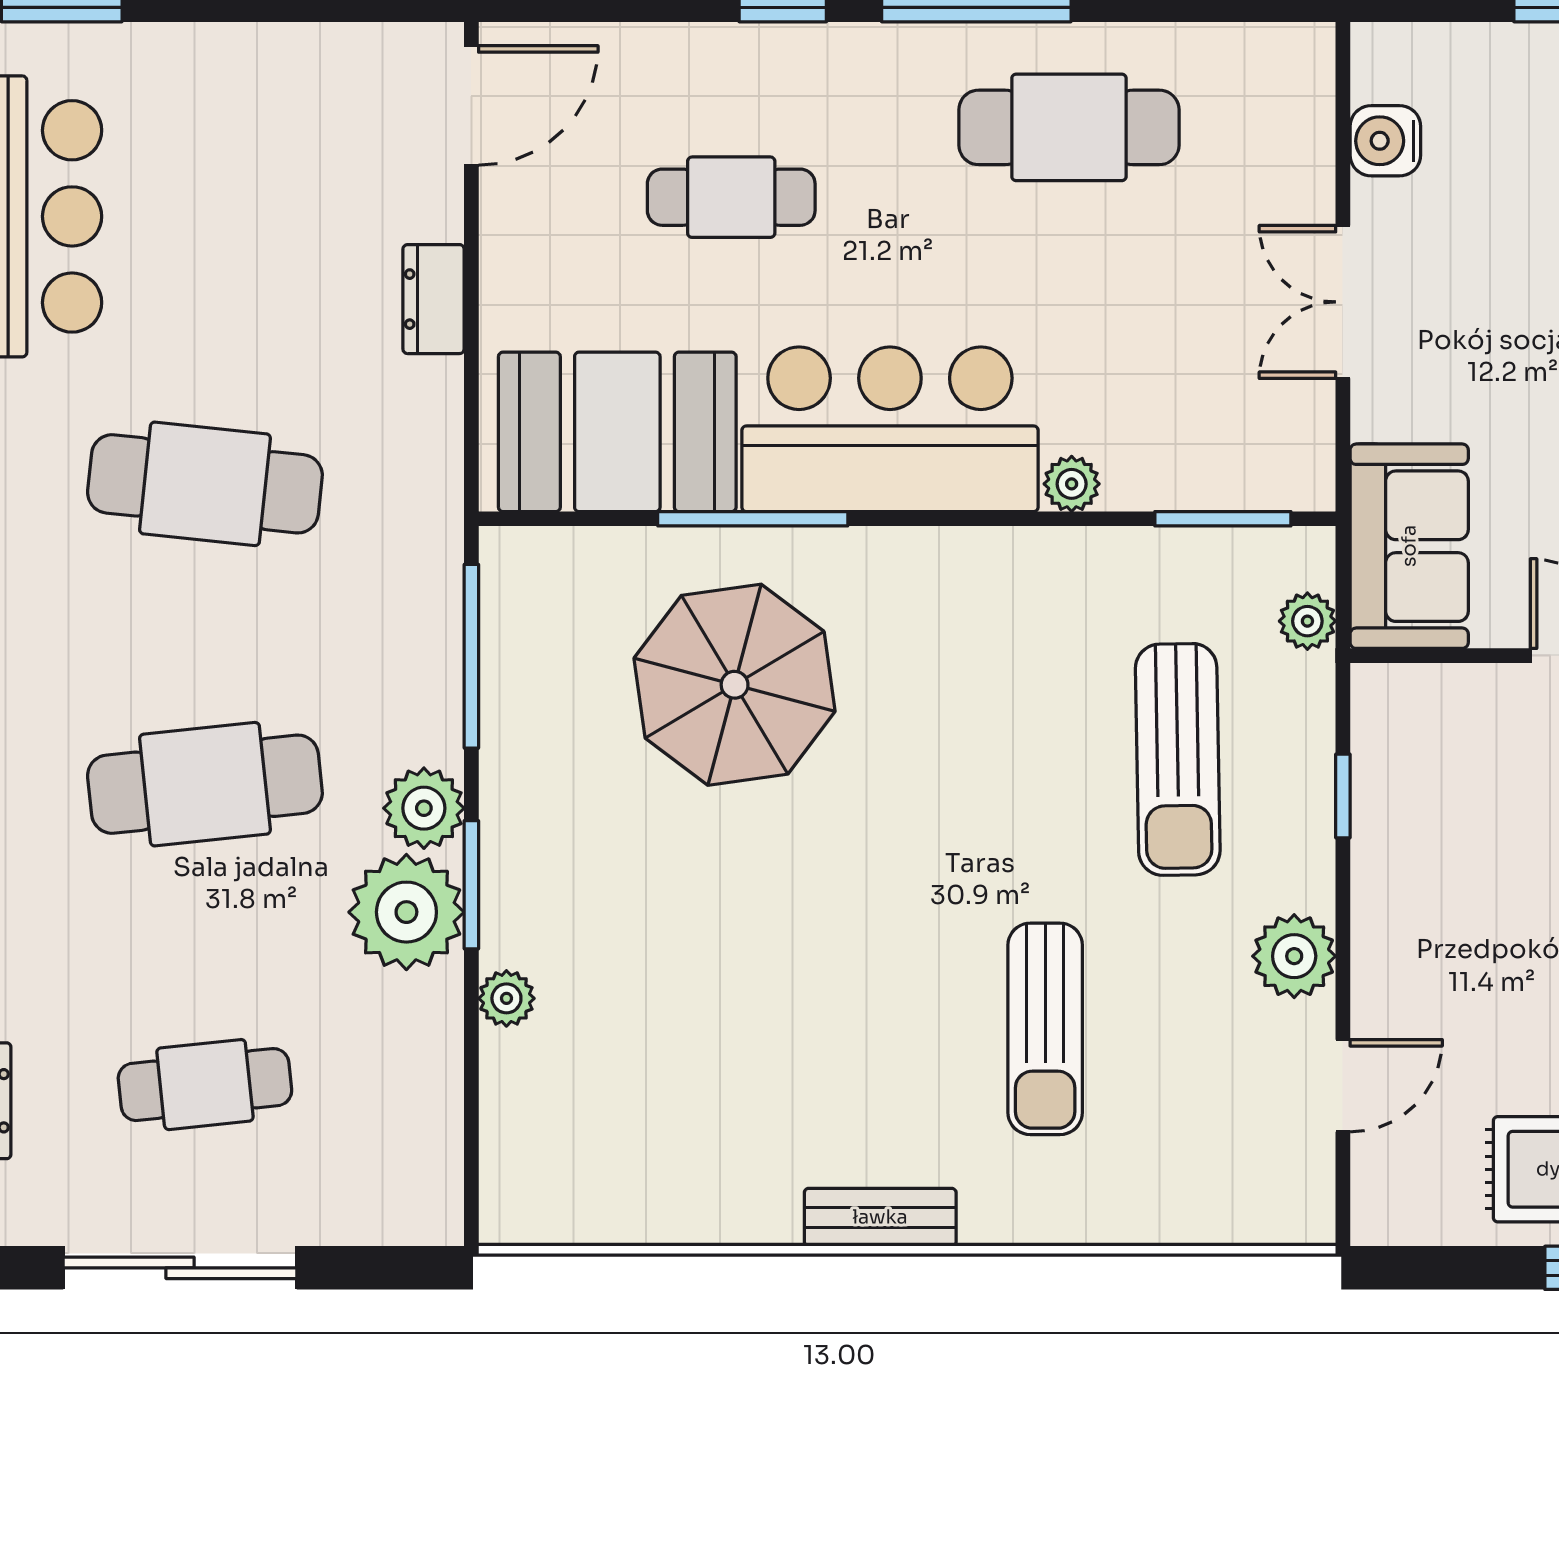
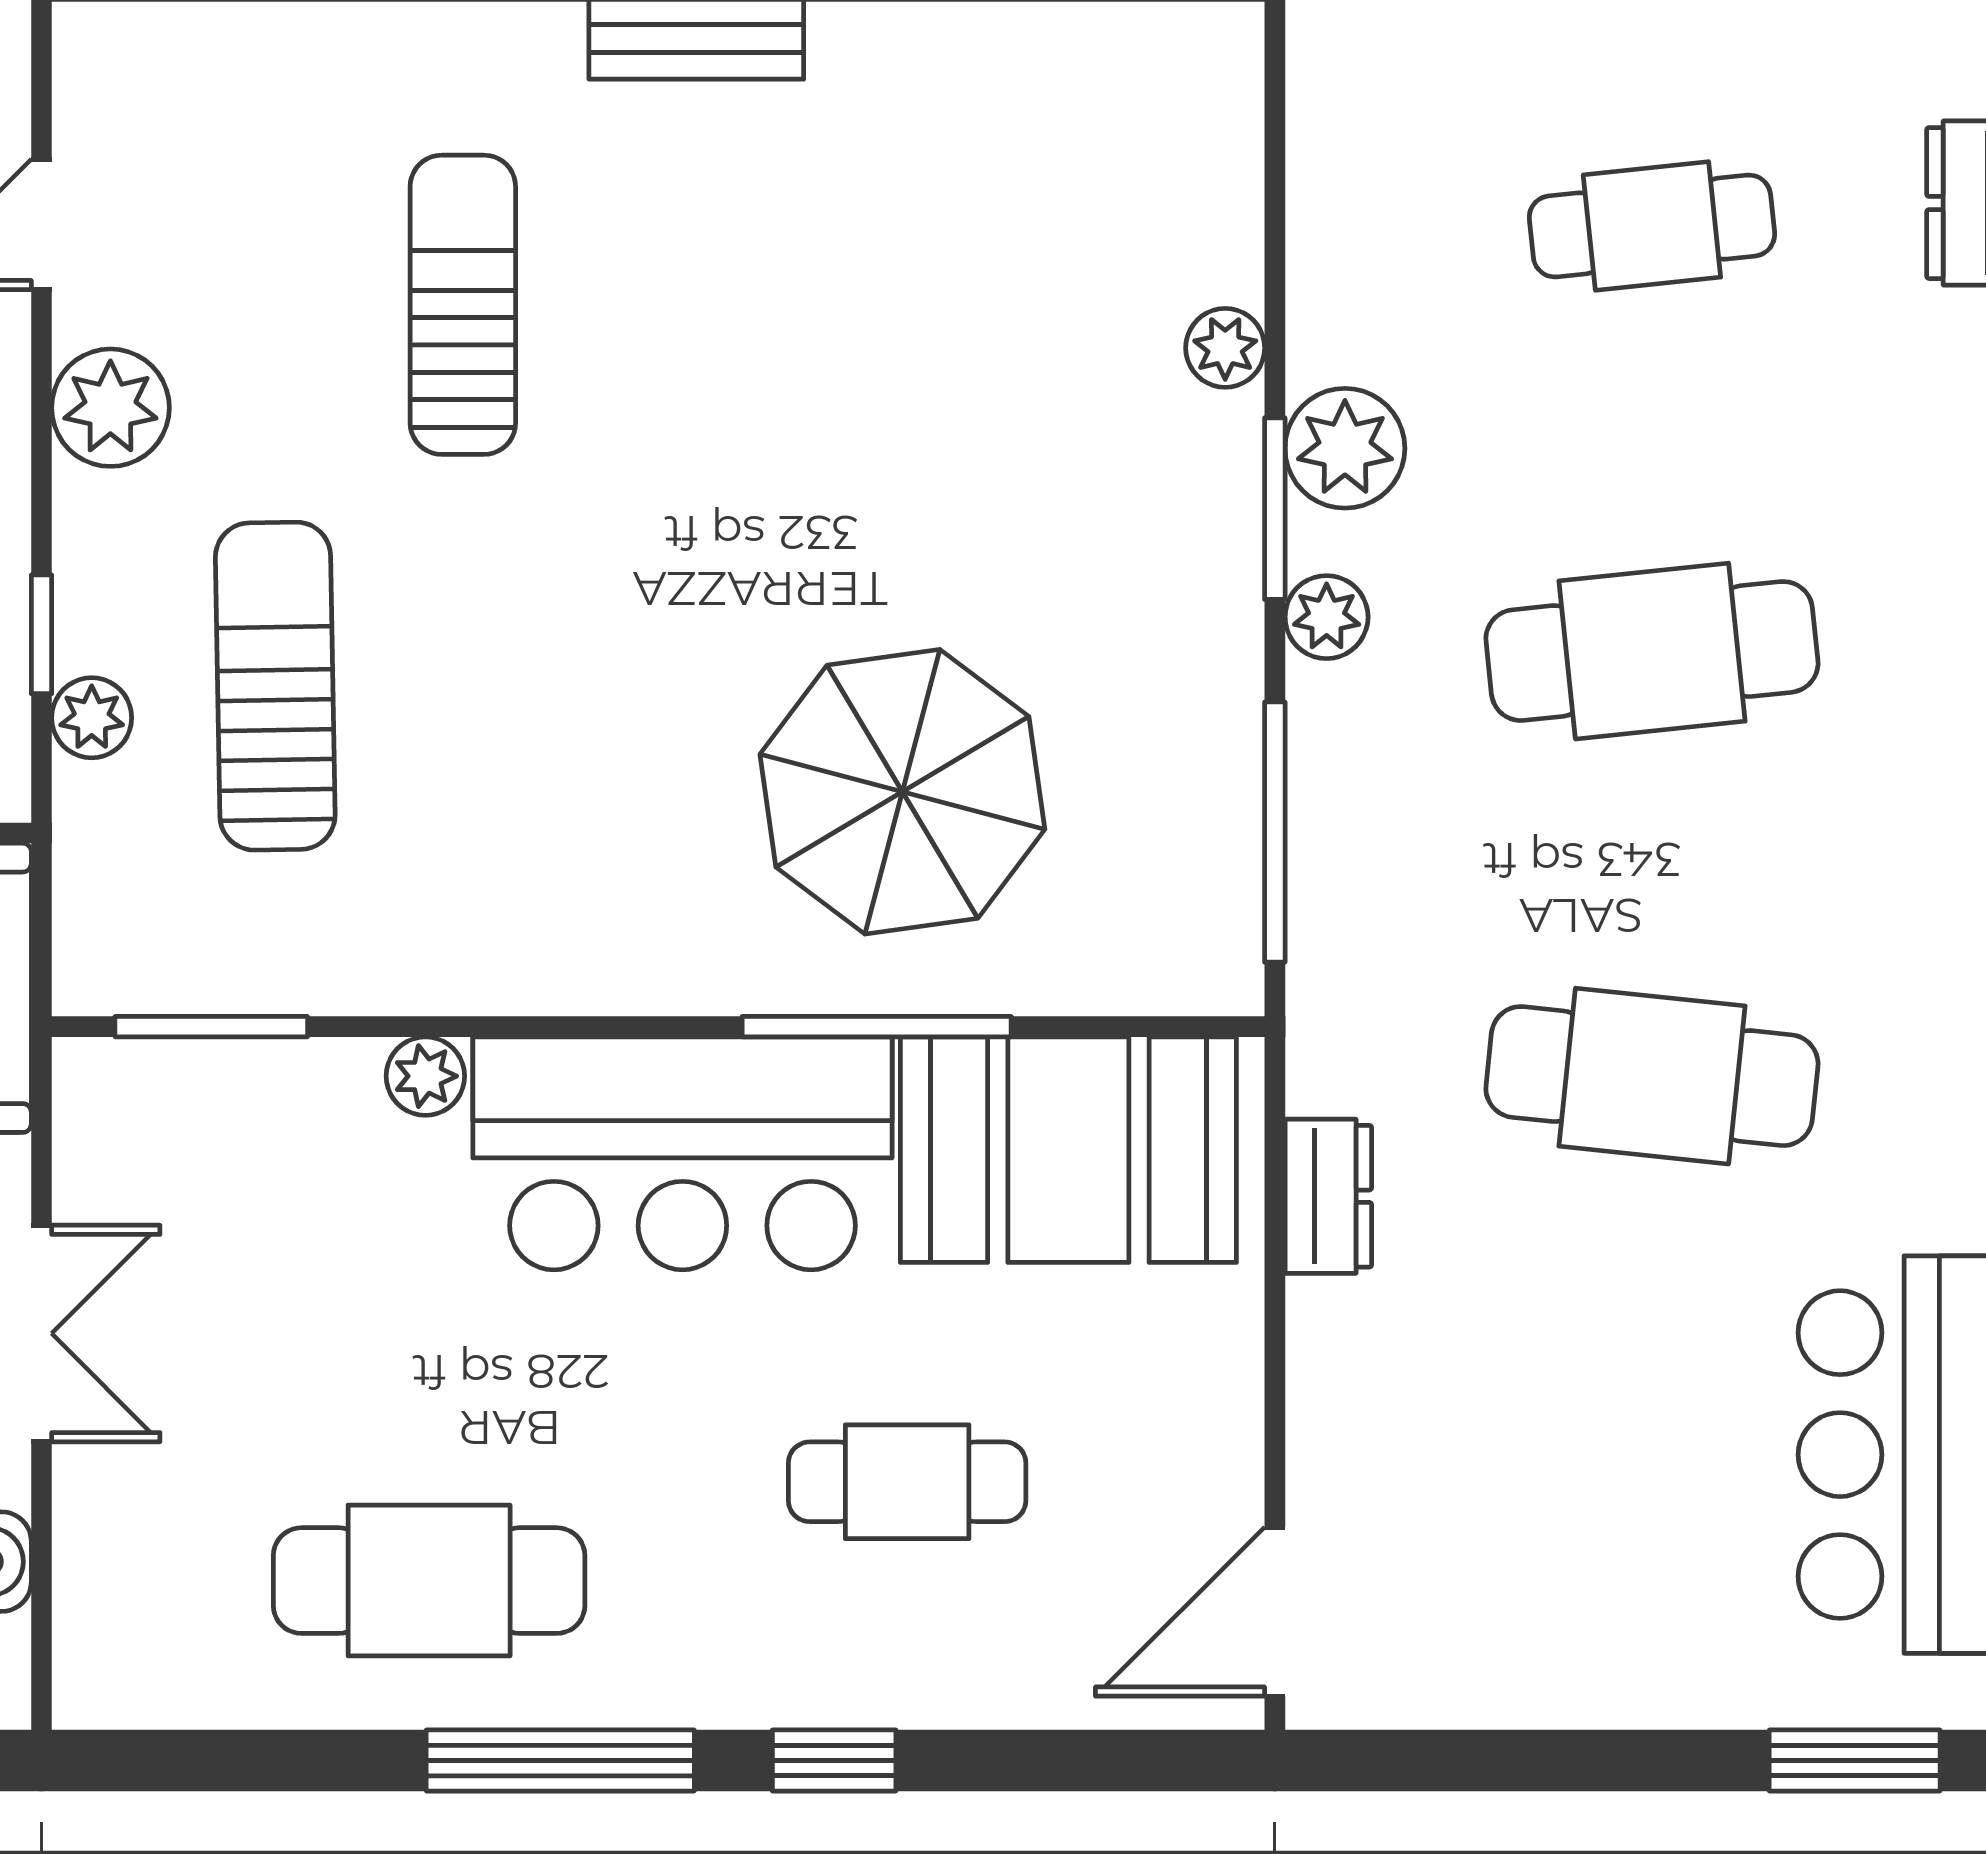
dresser: (434, 299) -> (1328, 1196), moved
plant: (1307, 621) -> (92, 718), moved
plant: (424, 808) -> (1327, 617), width x0.73, depth x0.73
plant: (406, 912) -> (1345, 448), width x0.73, depth x0.73

